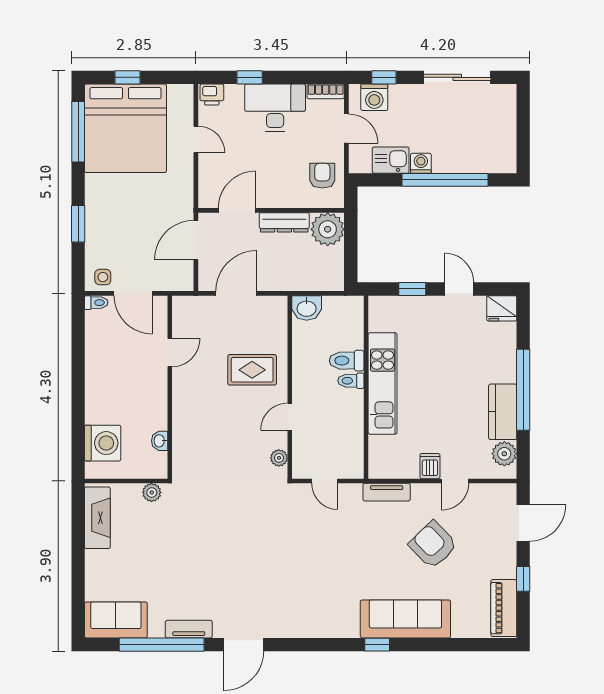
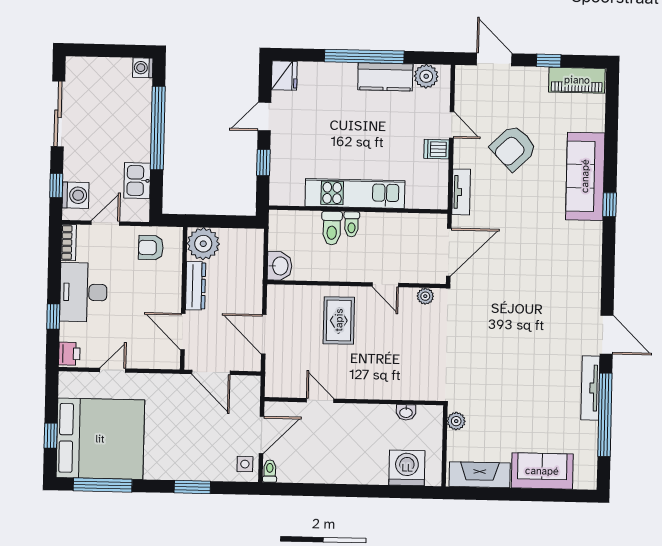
washing machine: (421, 163) -> (143, 68), moved
door: (325, 481) -> (449, 252), width x1.87
sofa: (116, 620) -> (542, 471), moved, turned 90
tv unit: (189, 629) -> (590, 388), width x1.41

